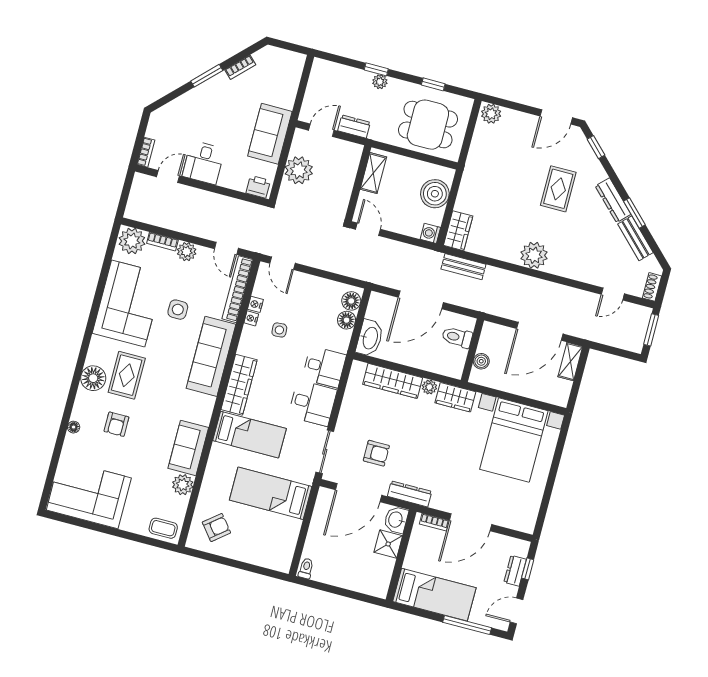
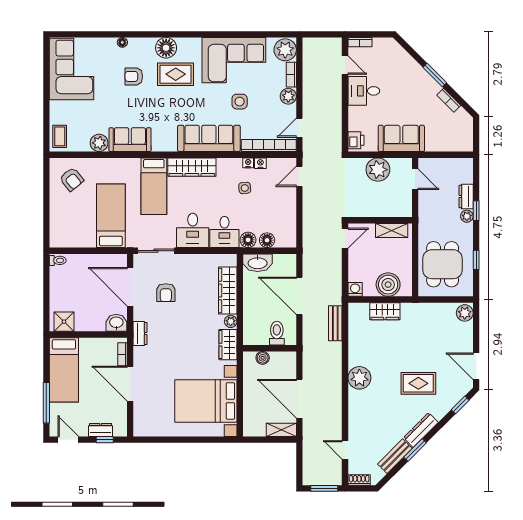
dresser: (354, 127) -> (466, 197), moved, turned 180
wardrobe: (458, 231) -> (385, 311), moved
floor lamp: (351, 301) -> (248, 240), moved
dresser: (410, 494) -> (140, 334), width x0.70
shower: (388, 544) -> (64, 322), moved

